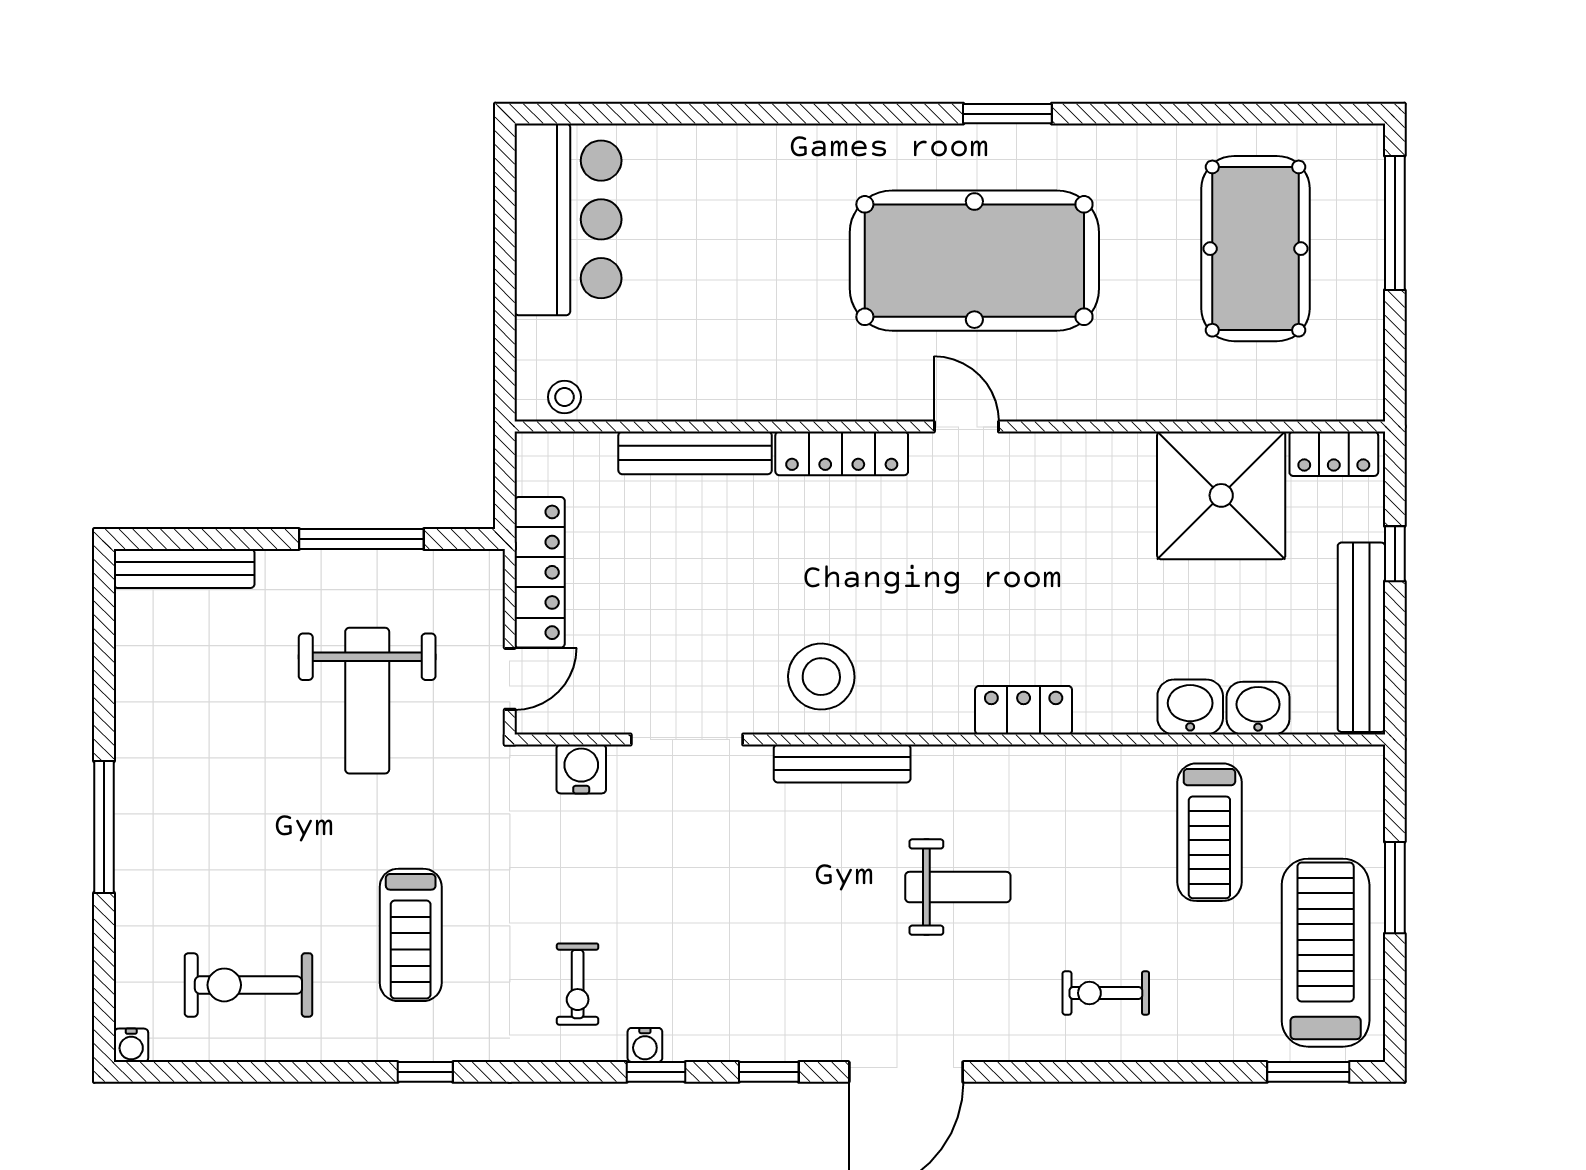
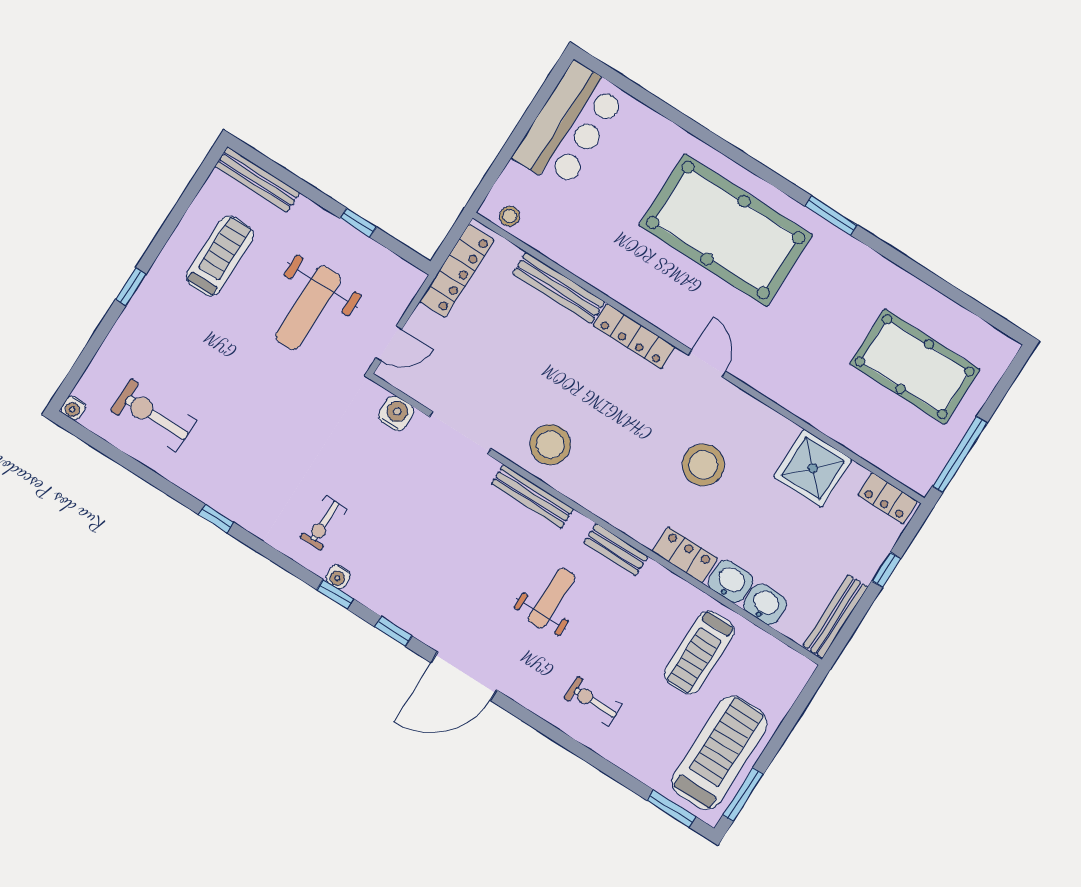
window: (1395, 223) -> (960, 455), moved
pool table: (1255, 249) -> (915, 367), turned 90
pool table: (974, 261) -> (726, 230), moved
shower: (1221, 495) -> (813, 468), width x0.73, depth x0.73
window: (361, 539) -> (358, 223), width x0.46
stool: (1050, 570) -> (703, 465), added
locker: (540, 572) -> (457, 271), moved
bench: (1361, 637) -> (835, 616), width x0.73, depth x0.82
locker: (1024, 710) -> (685, 555), moved
bench: (1004, 764) -> (616, 550), added
window: (104, 827) -> (131, 287), width x0.46
weight bench: (958, 887) -> (552, 598), turned -90
window: (1395, 888) -> (743, 795), moved
treadmill: (411, 935) -> (220, 256), moved, turned 180

